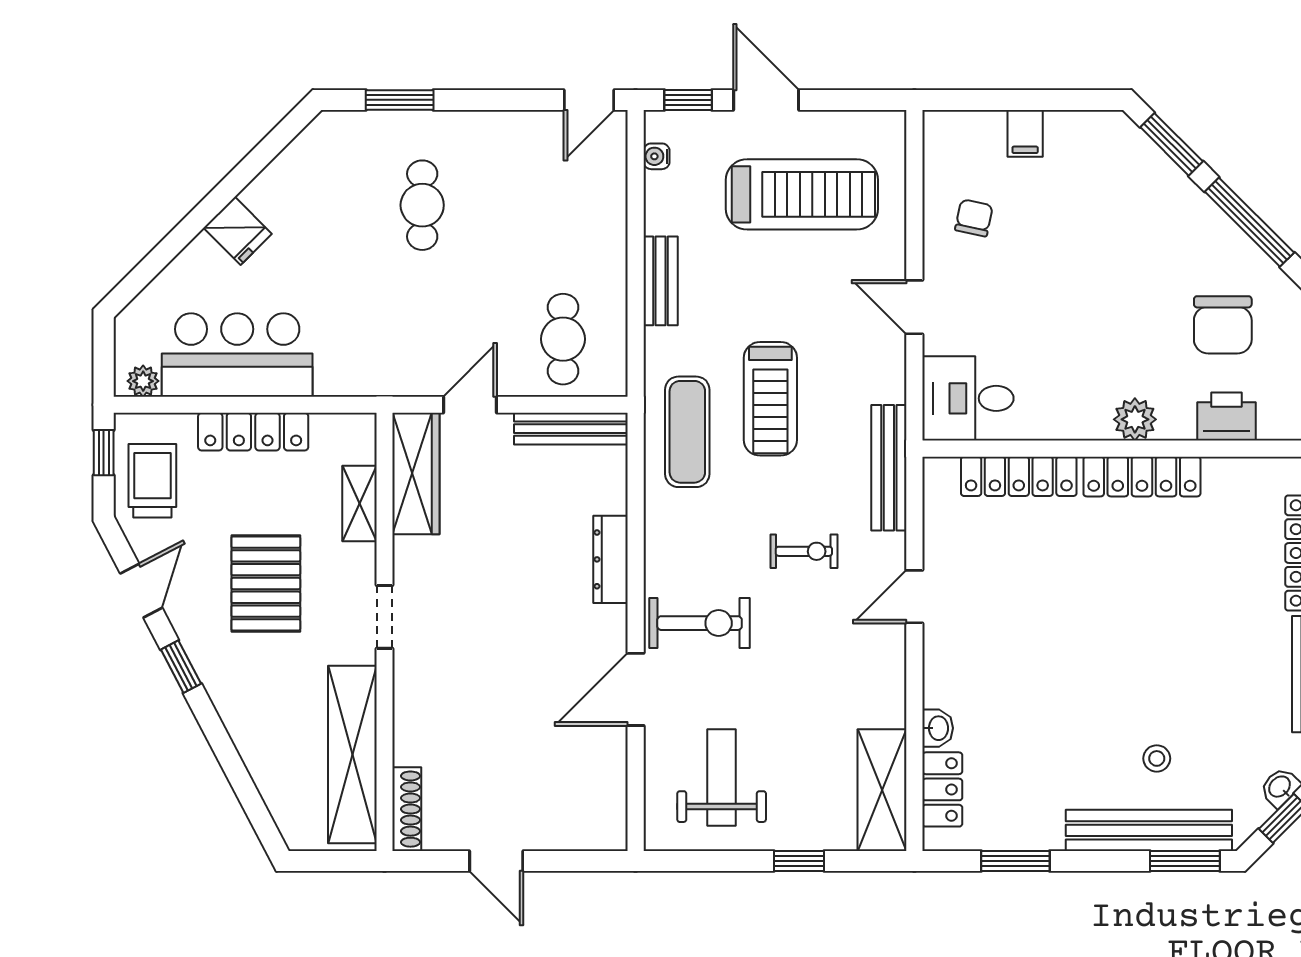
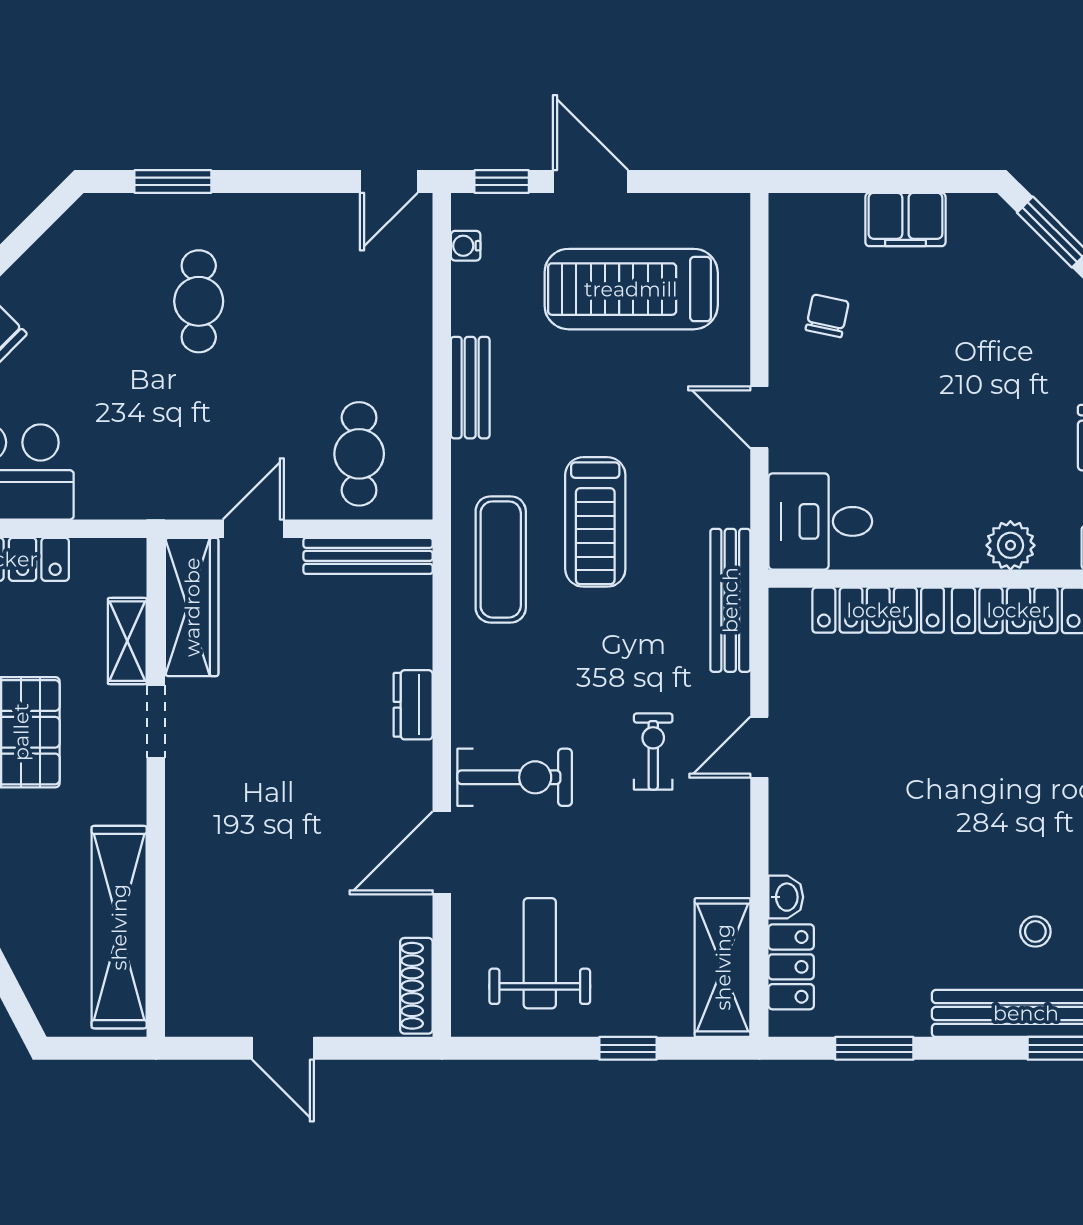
filing cabinet: (1025, 133) -> (905, 220), width x2.00
treadmill: (802, 194) -> (631, 289), turned 180
exercise bike: (804, 551) -> (653, 751), moved, turned -90
dresser: (610, 559) -> (413, 705), width x0.70
doorway: (385, 617) -> (156, 722), moved
shoe rack: (407, 809) -> (416, 986), moved, turned 180

